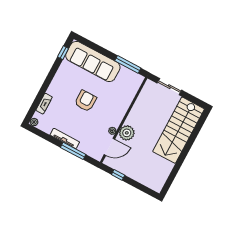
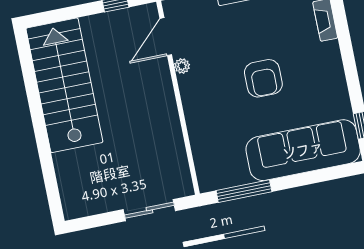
stairs: (179, 130) -> (64, 85), moved
plant: (127, 133) -> (156, 81), removed

